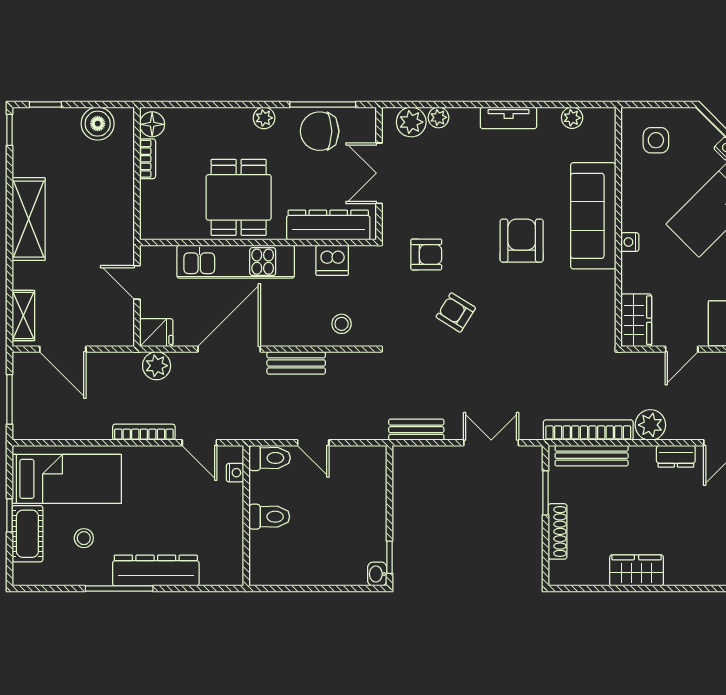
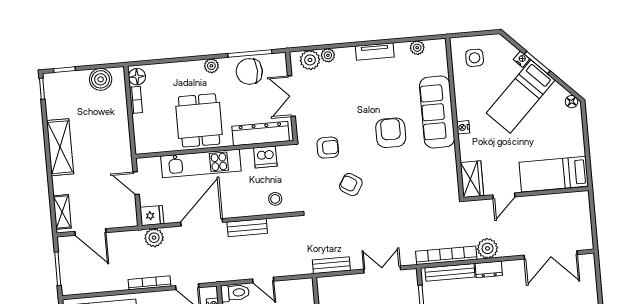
dresser: (676, 456) -> (489, 269), moved

